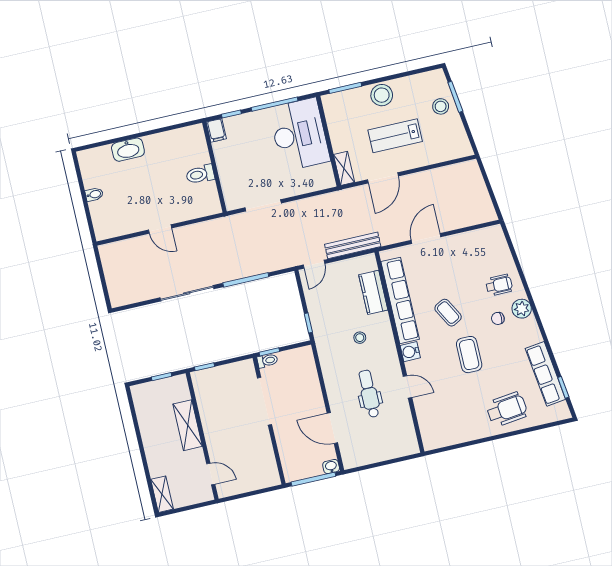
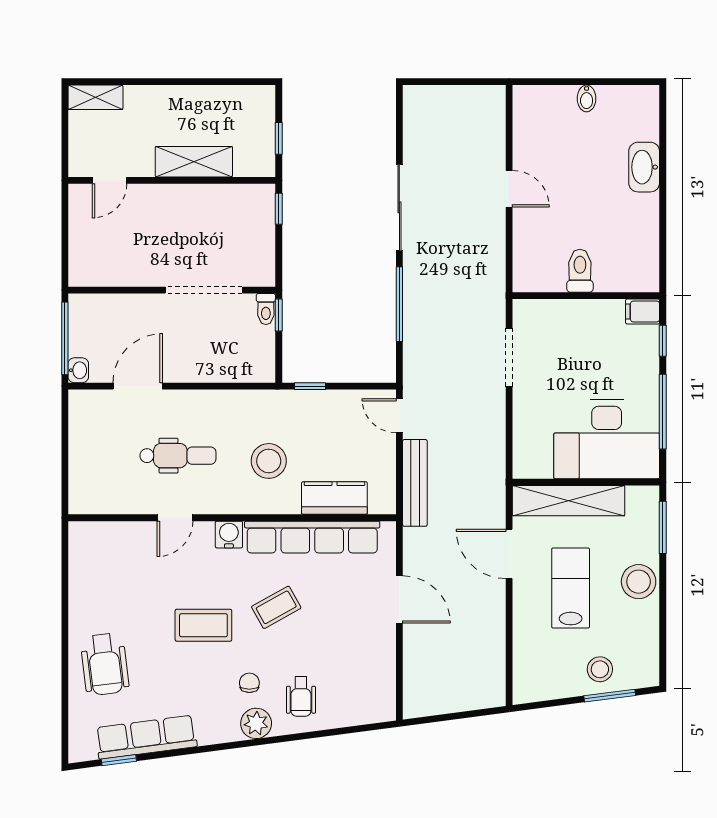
shelving: (344, 168) -> (569, 501), width x2.20, depth x1.33
door: (160, 229) -> (509, 189), swing flipped
stool: (360, 338) -> (269, 461), width x1.89, depth x1.89

